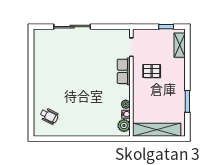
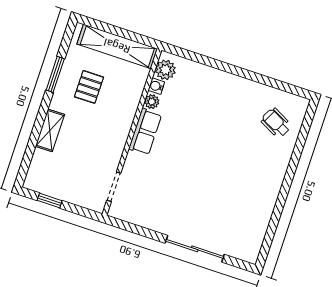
shelving: (180, 45) -> (50, 130), moved
row of seats: (124, 71) -> (145, 132), moved
pallet: (152, 71) -> (89, 87), moved, turned 90

